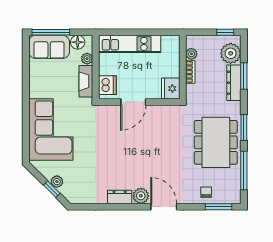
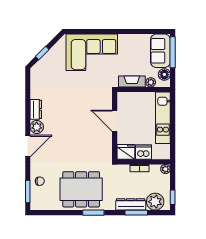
plant: (191, 54) -> (165, 169), moved
dishwasher: (107, 85) -> (143, 152), moved, turned 180
window: (244, 170) -> (58, 213), removed
plant: (57, 182) -> (49, 57), removed

